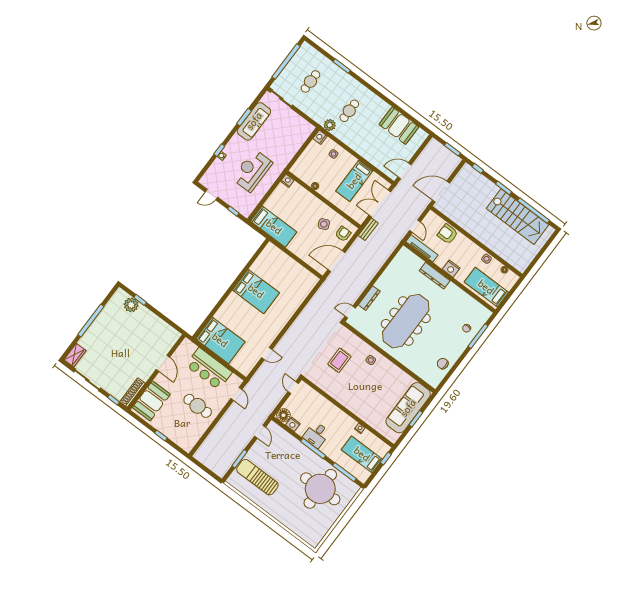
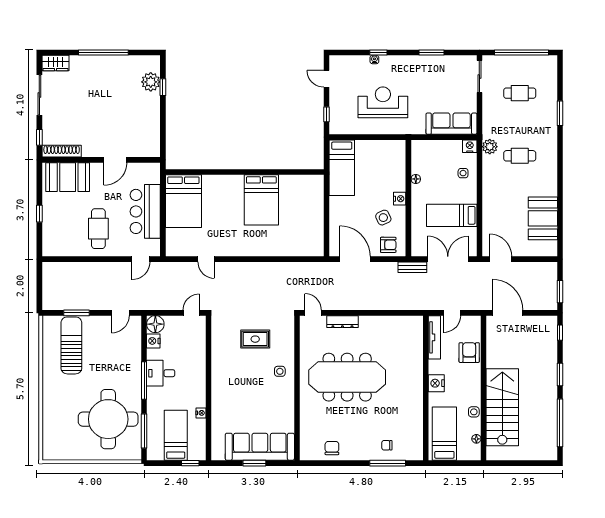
sofa: (254, 121) -> (451, 124), moved, turned 180
nightstand: (287, 181) -> (400, 199), moved
stairs: (517, 217) -> (502, 407), moved, turned 180
dresser: (435, 276) -> (416, 372), removed

